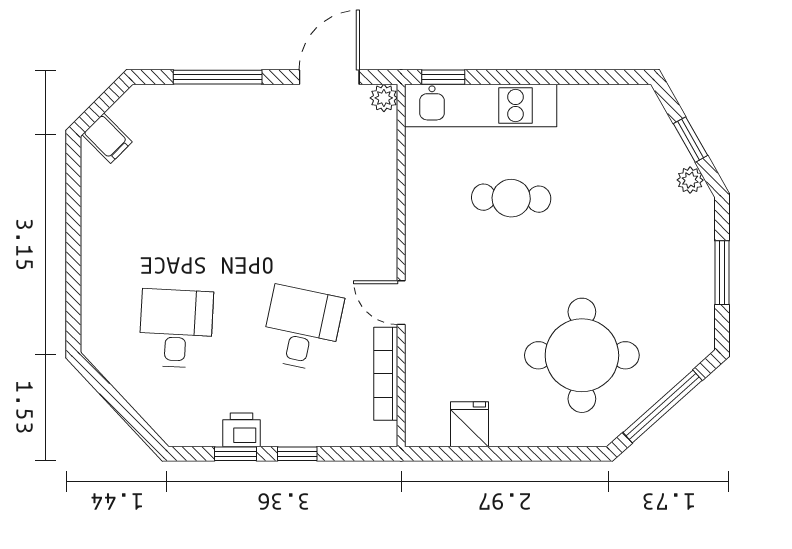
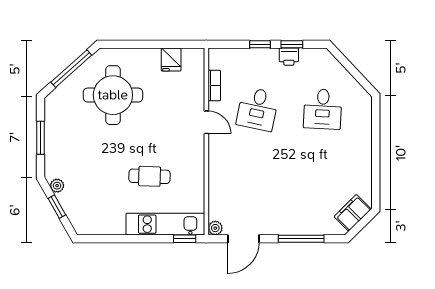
filing cabinet: (107, 138) -> (353, 213), width x2.00
bookcase: (386, 374) -> (214, 86), width x0.64

